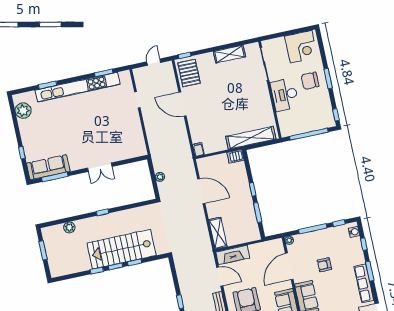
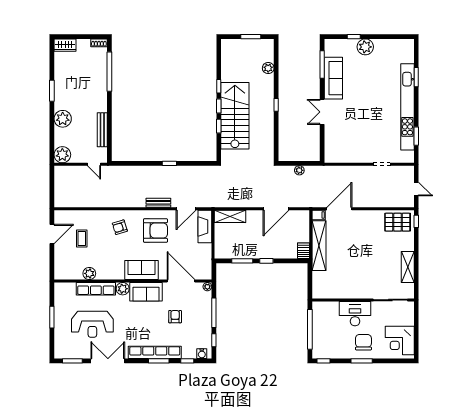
door: (182, 104) -> (339, 209), moved
plant: (23, 111) -> (365, 47), moved
shelving: (251, 138) -> (319, 246), moved
sofa: (48, 167) -> (333, 78), moved
row of seats: (364, 283) -> (155, 352), width x1.36

